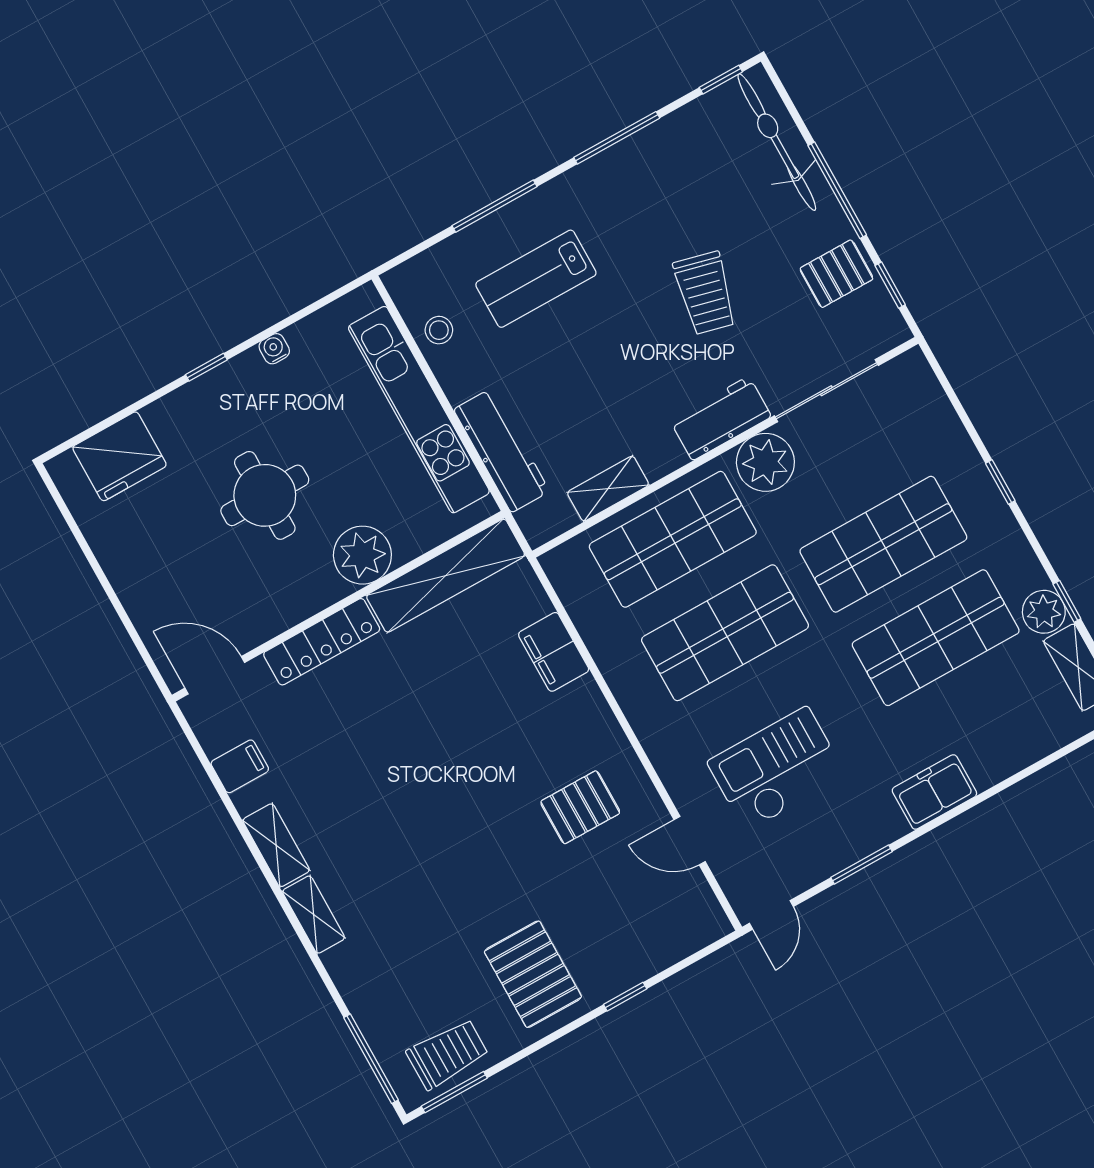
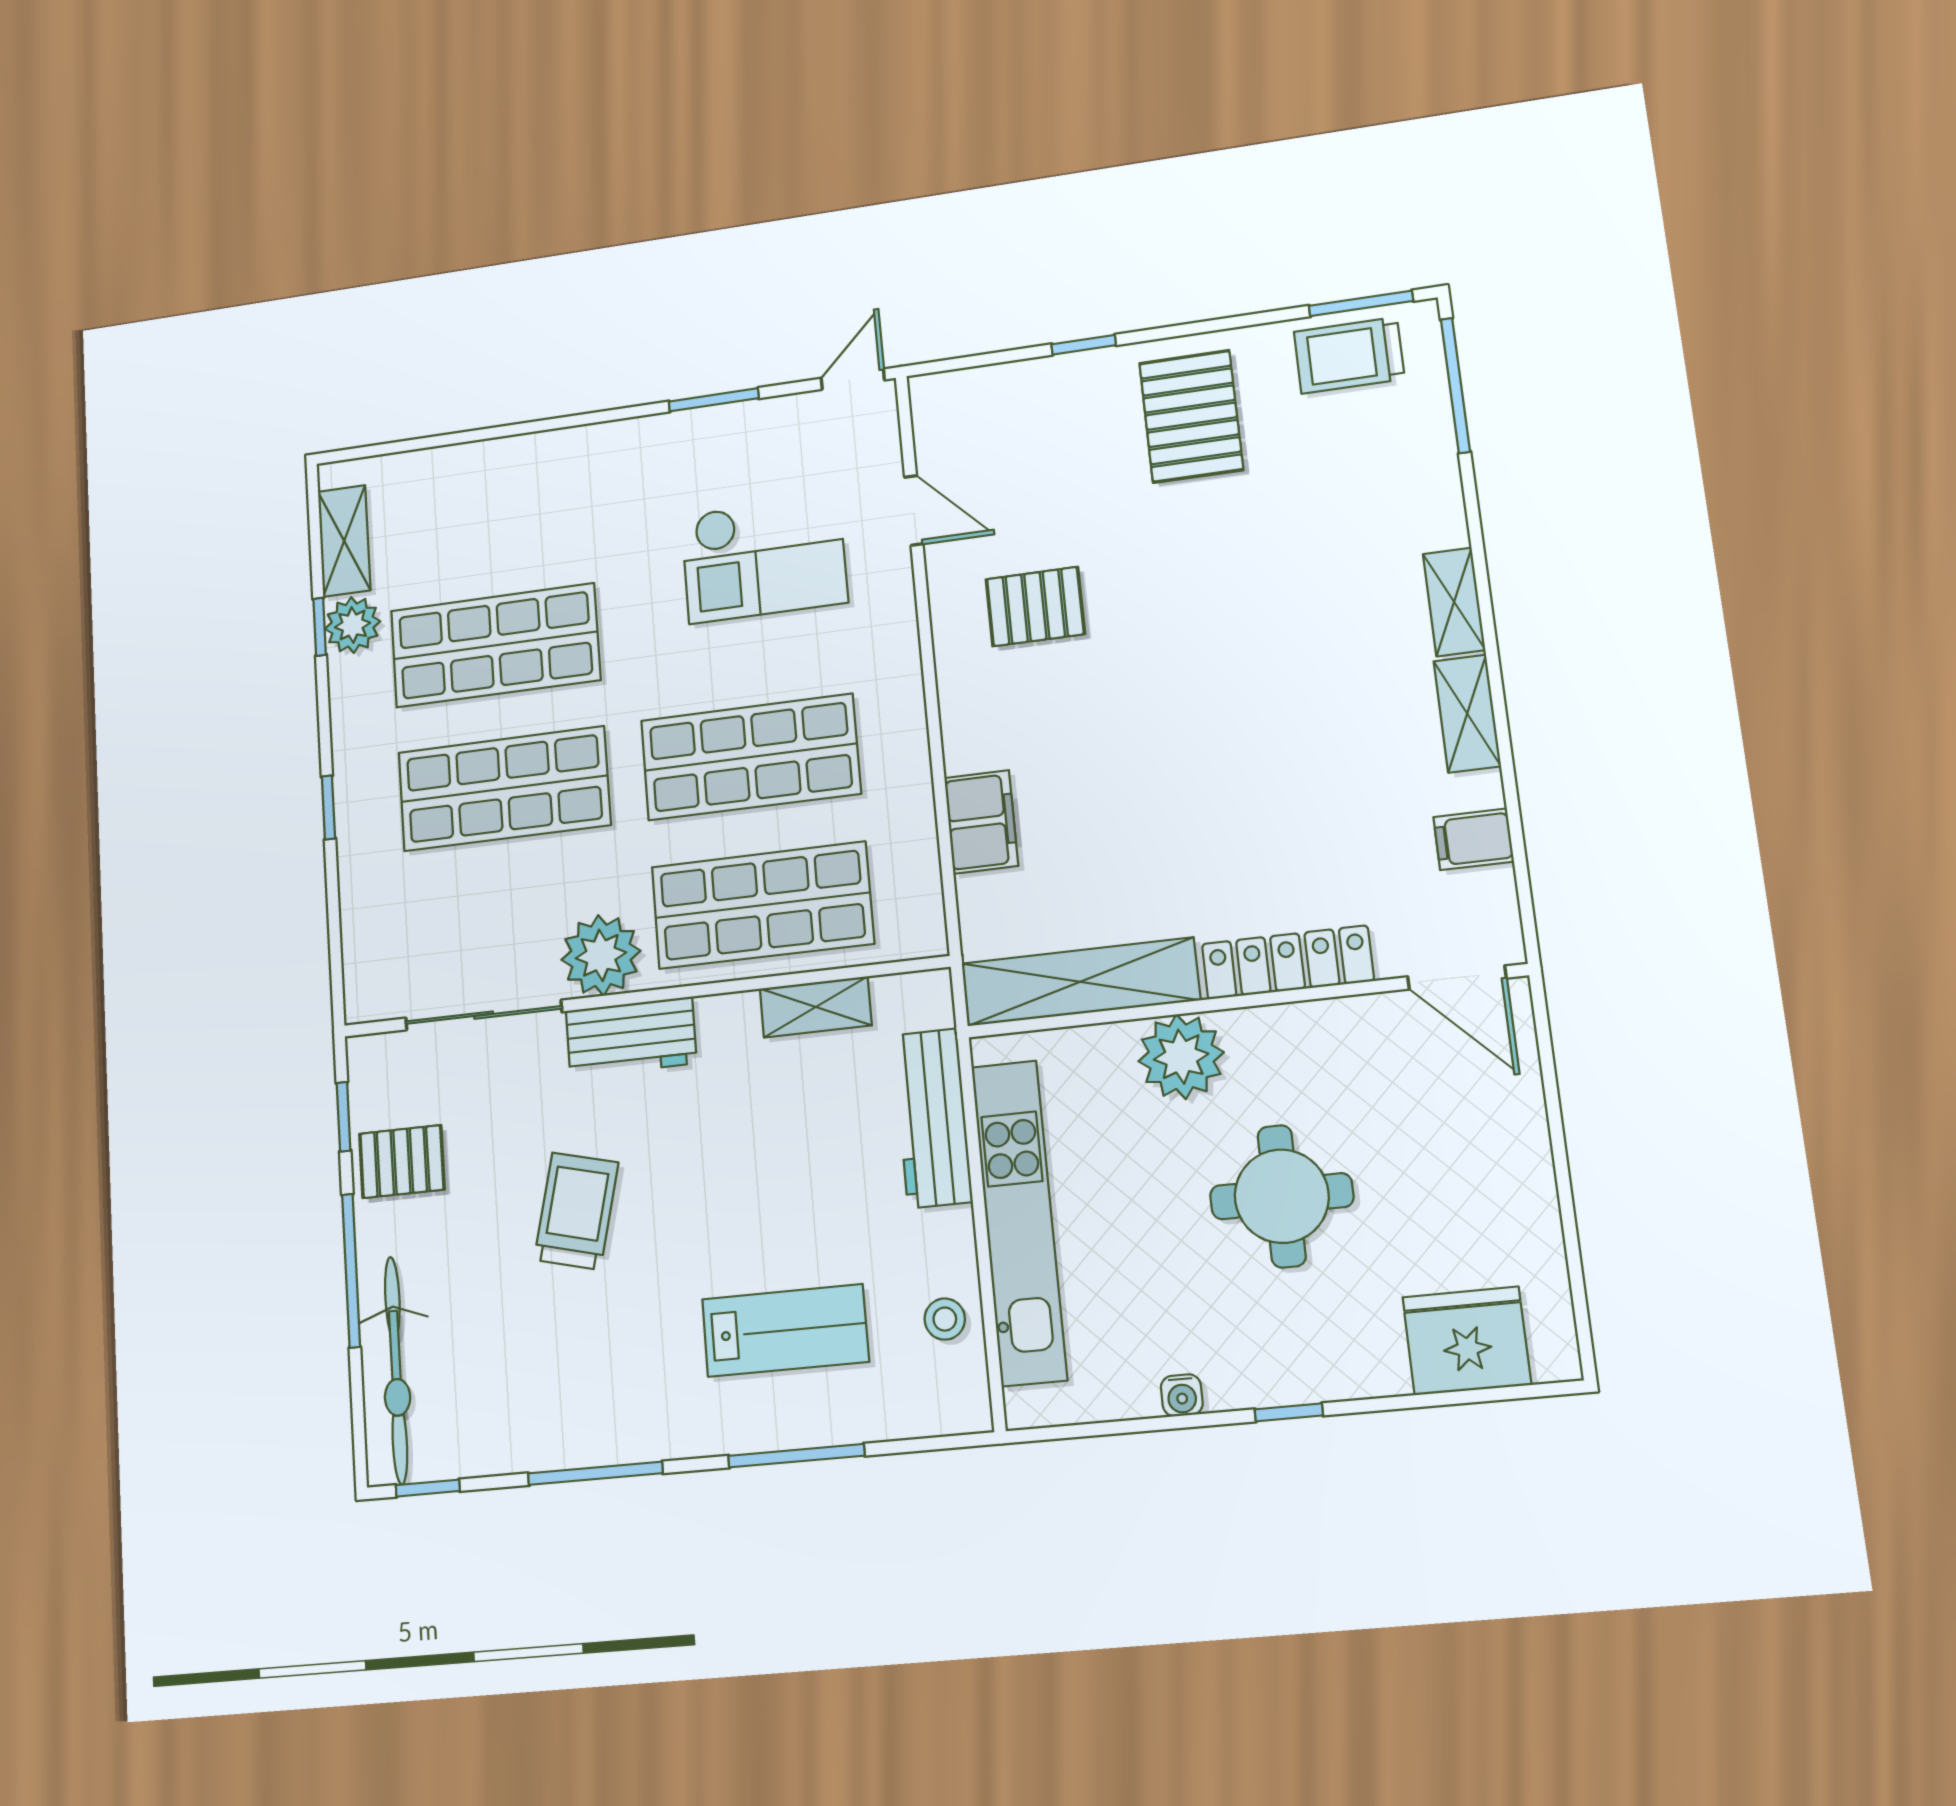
freezer: (934, 792) -> (585, 455), removed

